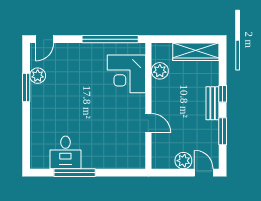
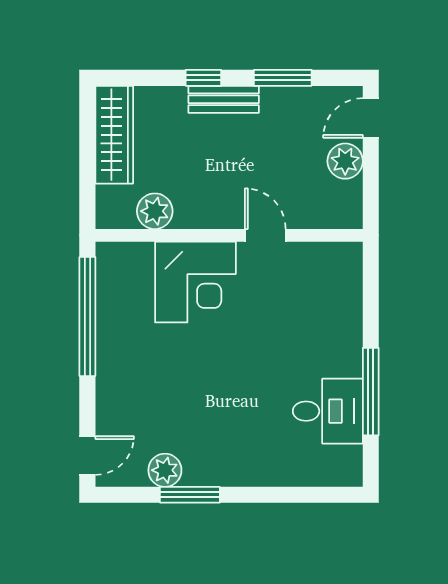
door: (45, 39) -> (87, 456), hinge flipped
corner desk: (126, 74) -> (195, 282), moved
door: (148, 123) -> (265, 235), hinge flipped

